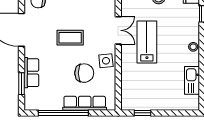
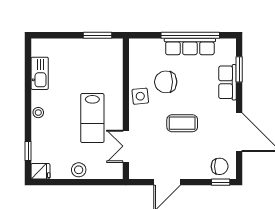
double door: (118, 30) -> (126, 146), moved
row of seats: (85, 103) -> (190, 47), moved
window: (143, 113) -> (98, 35), width x1.50

